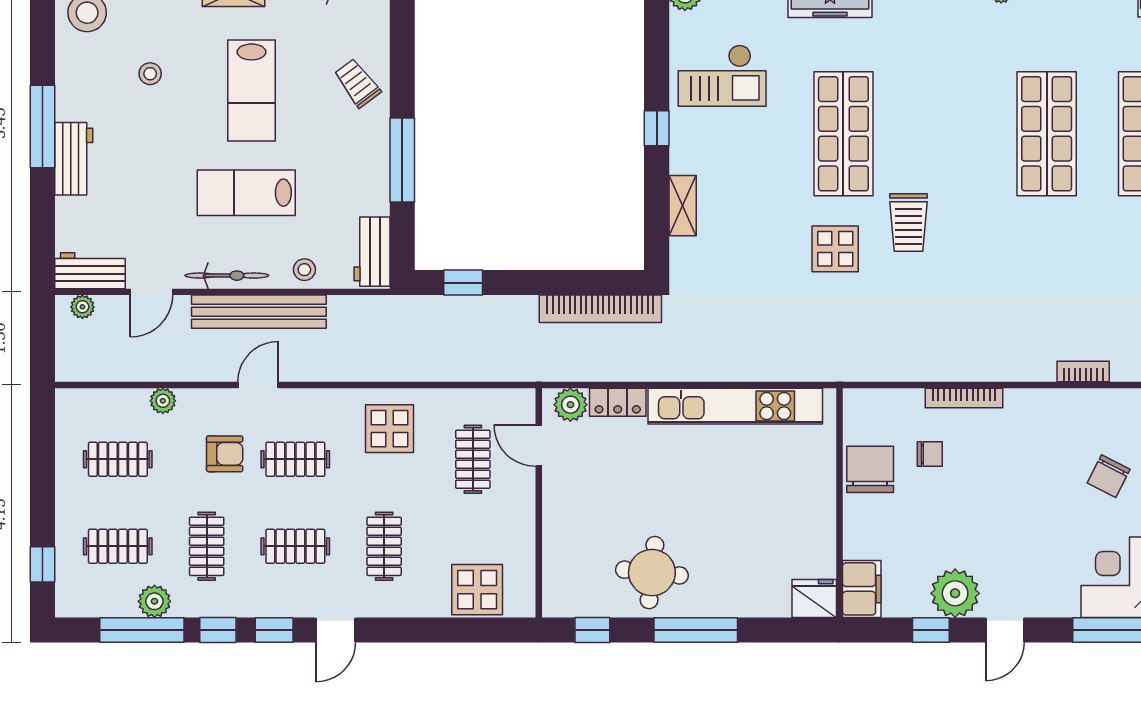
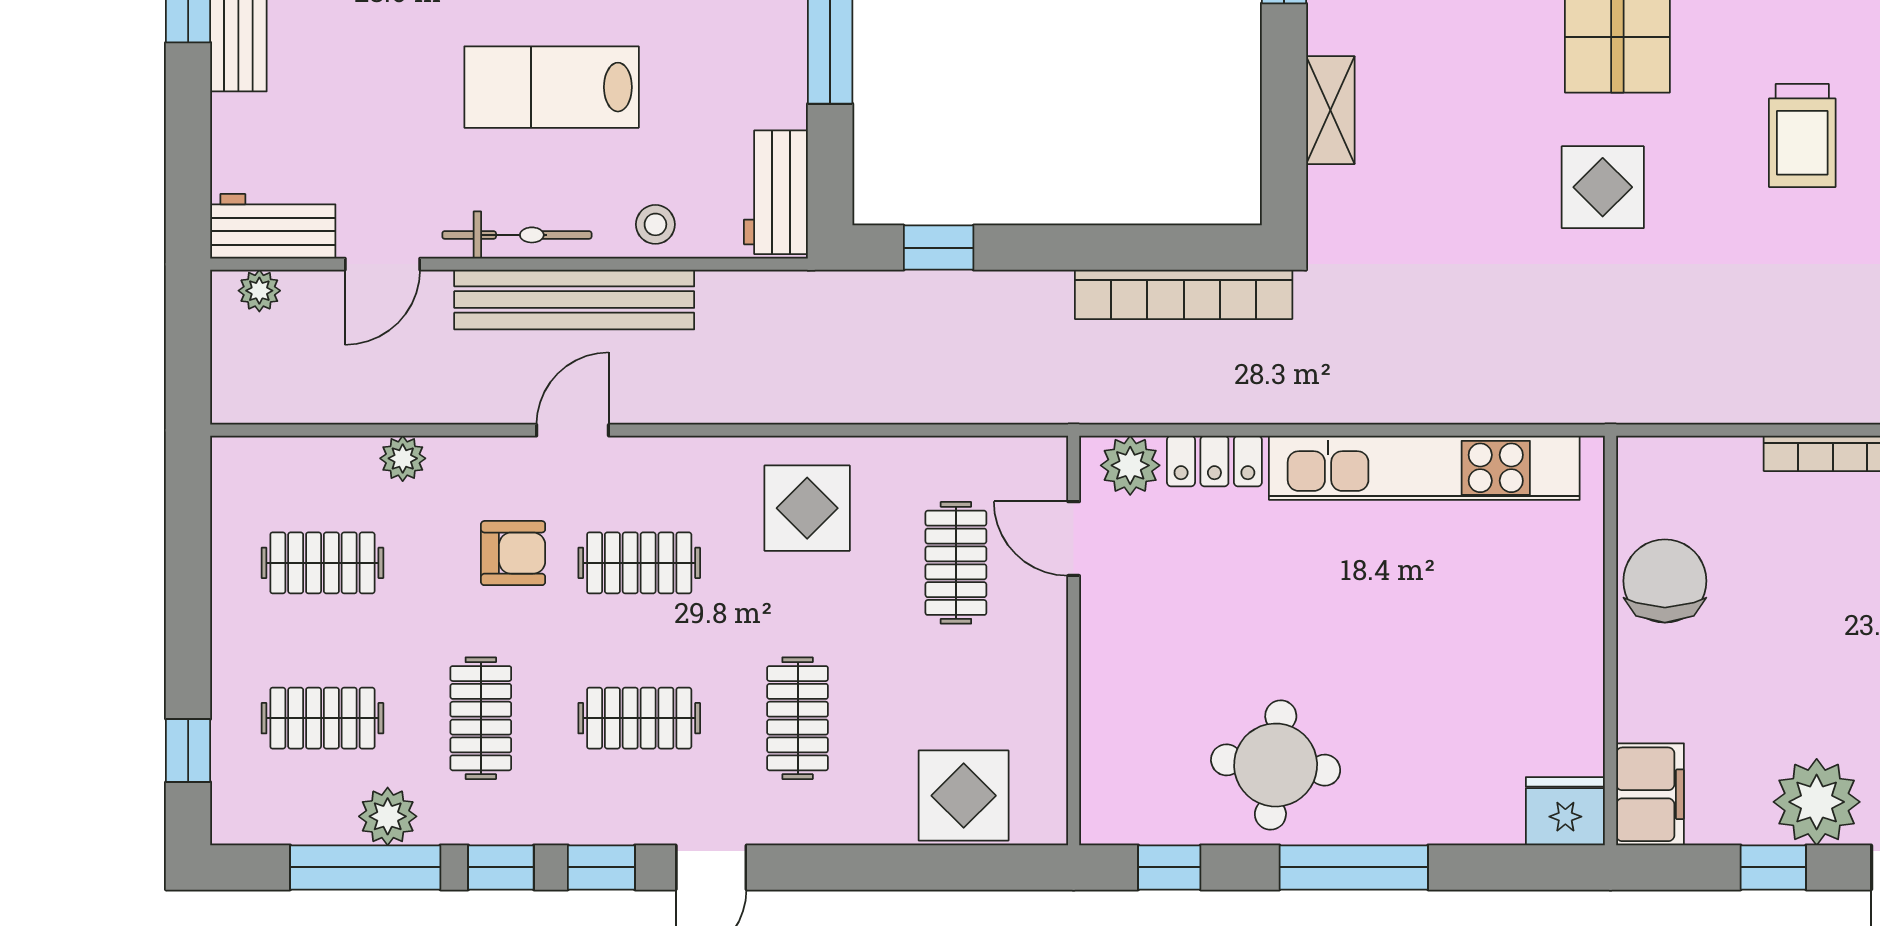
trolley: (908, 222) -> (1802, 136), moved
chair: (930, 454) -> (1771, 554), removed

